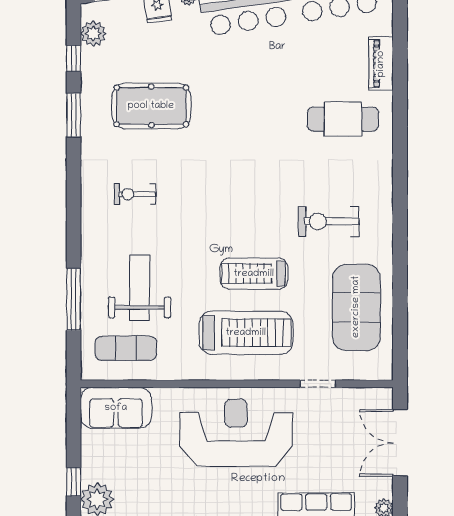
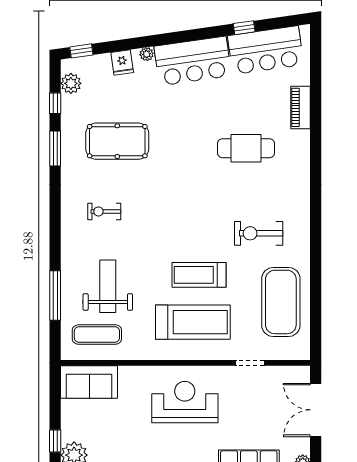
cafe table: (343, 119) -> (246, 148), moved
reception desk: (236, 433) -> (185, 402), width x0.74, depth x0.77

